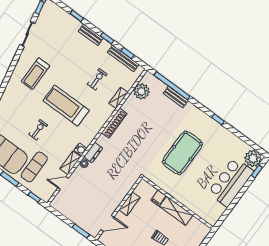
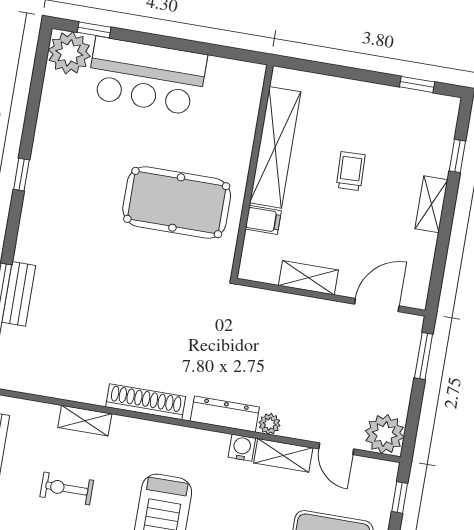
plant: (142, 91) -> (385, 434), moved
dresser: (93, 153) -> (225, 414), width x1.44
pool table: (182, 153) -> (177, 203), moved
shelving: (176, 211) -> (275, 147), width x1.47
door: (107, 223) -> (377, 305), hinge flipped

